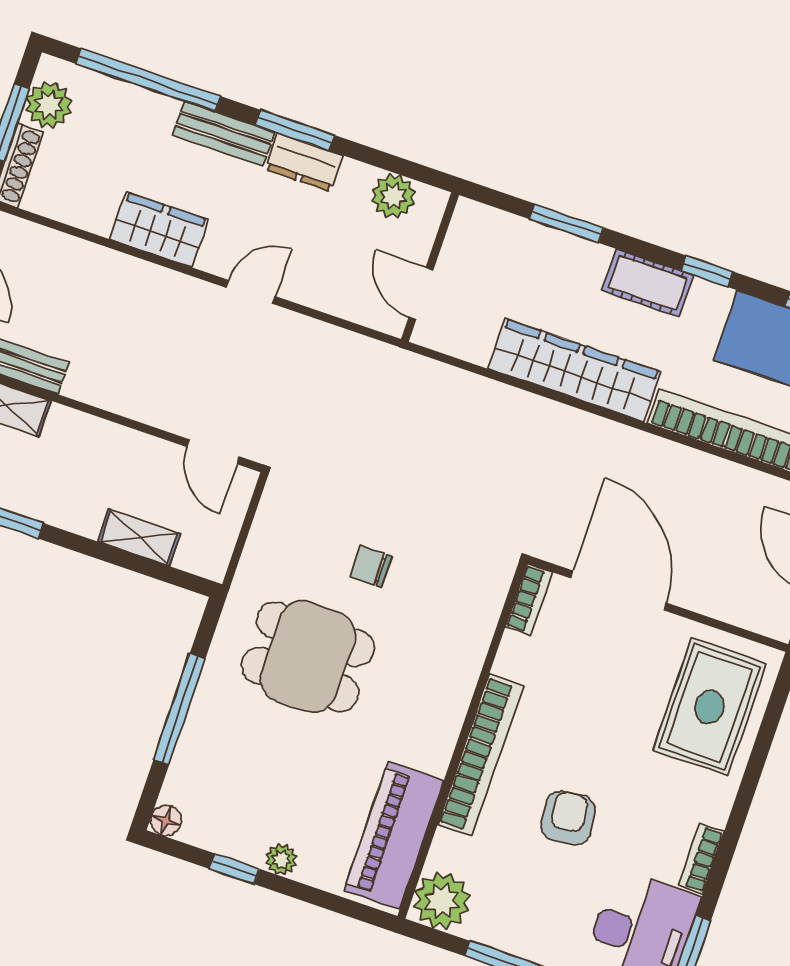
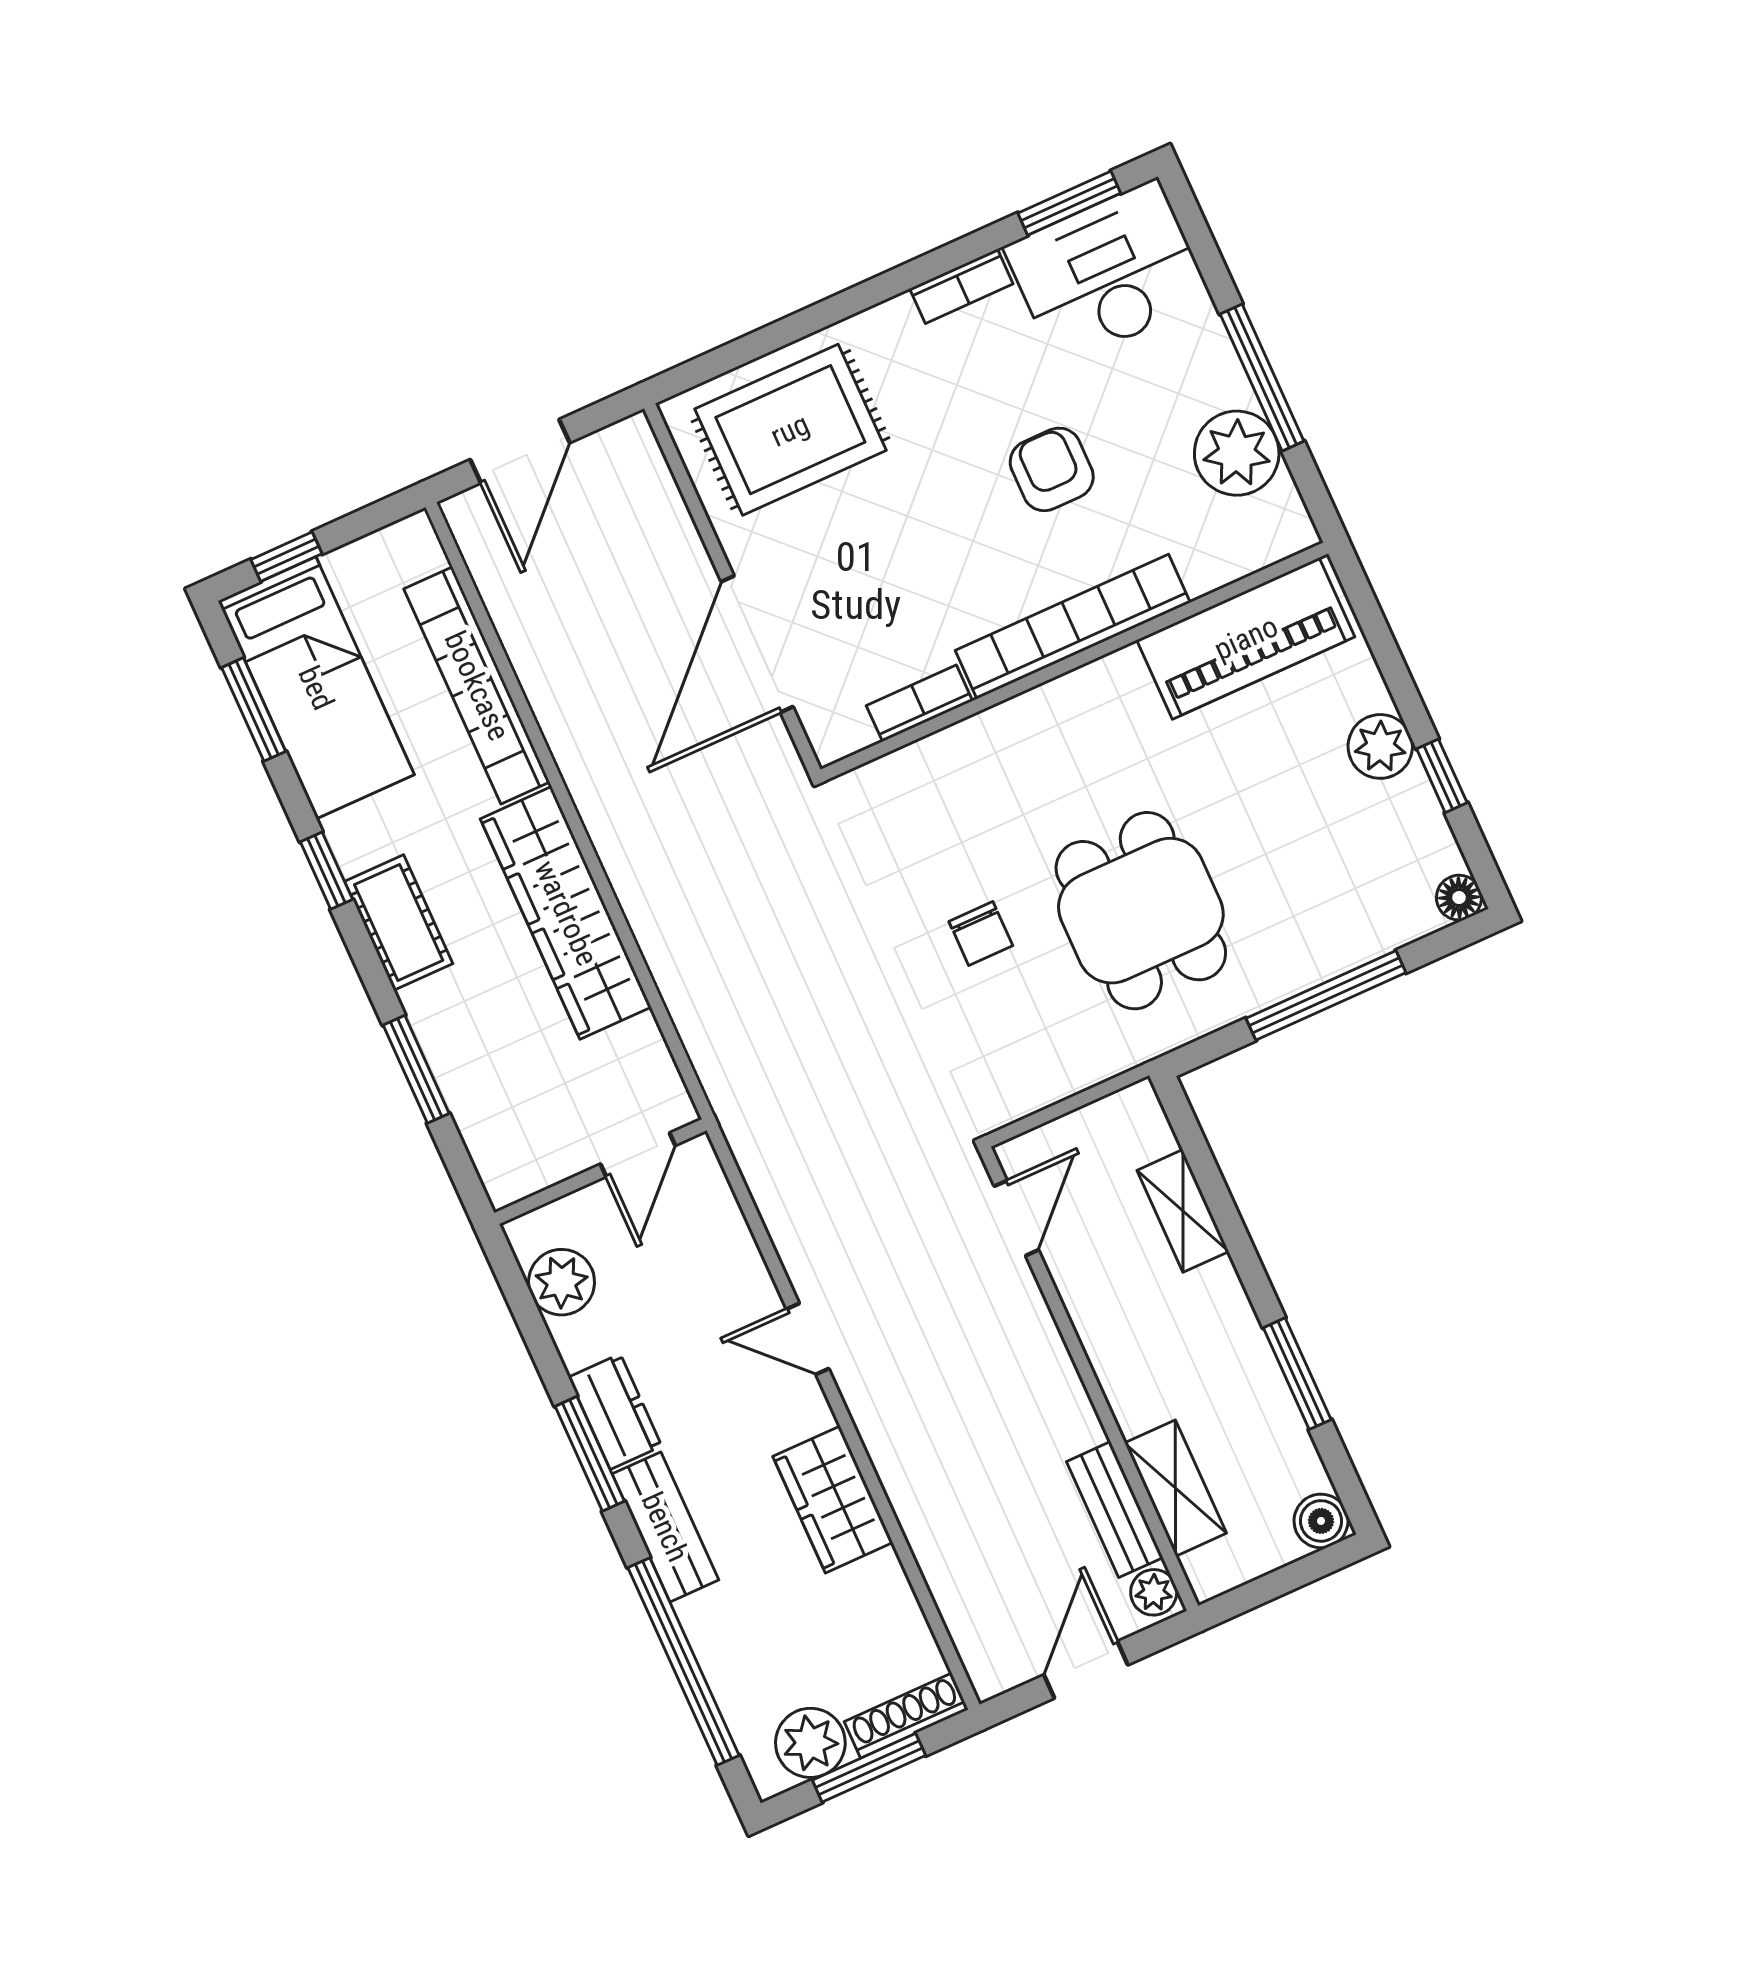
bookcase: (529, 600) -> (919, 703), moved
armchair: (568, 818) -> (1052, 469), turned 96
plant: (281, 859) -> (1380, 746), width x1.38, depth x1.38
plant: (442, 901) -> (1237, 453), moved

